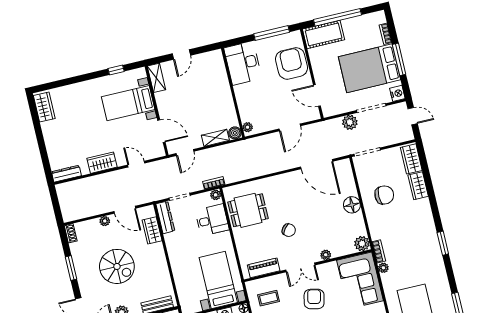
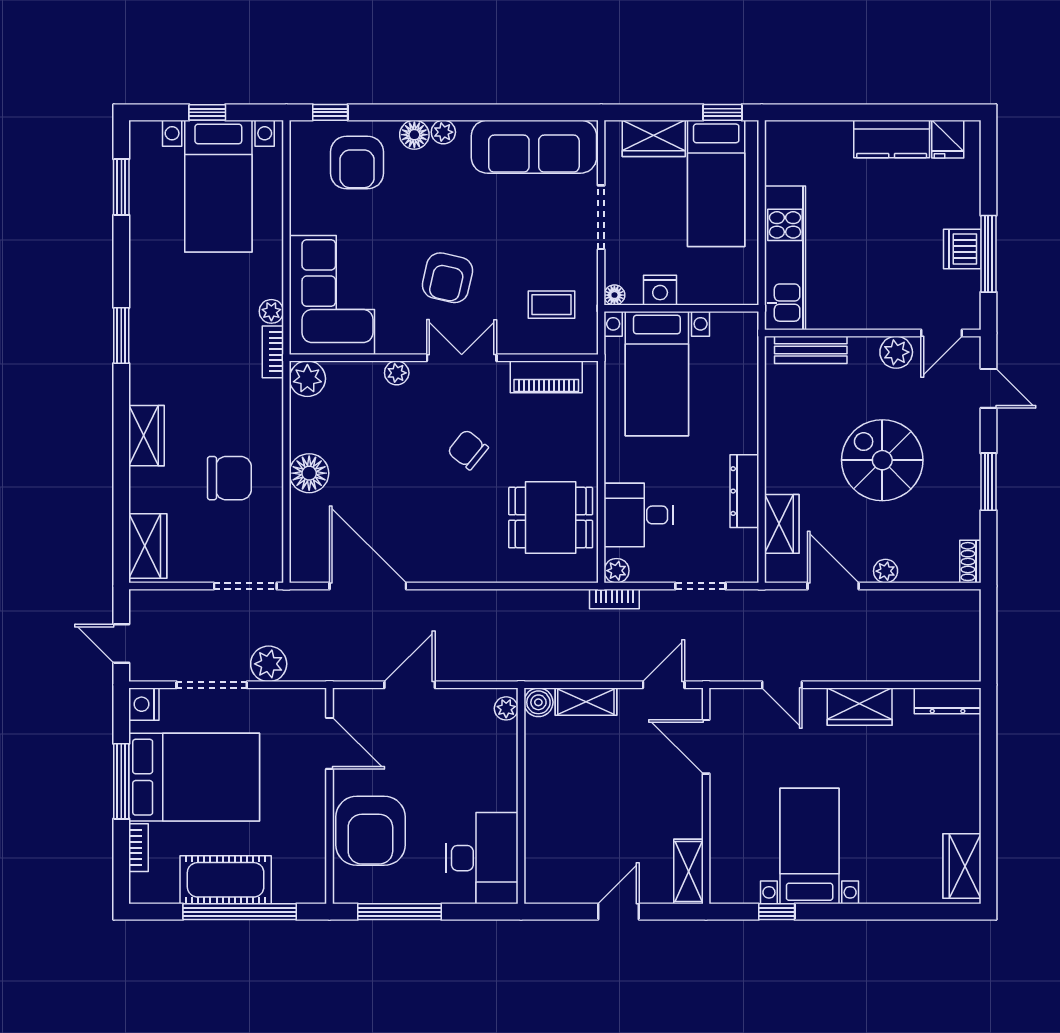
cot: (324, 34) -> (226, 880), moved
bed with nightstands: (128, 103) -> (810, 846), moved, turned -90
wardrobe: (418, 186) -> (147, 436), moved
chair: (384, 195) -> (229, 478), turned 180
dresser: (165, 217) -> (744, 491), moved

